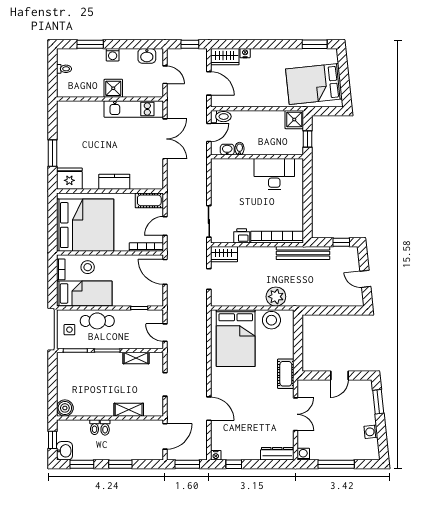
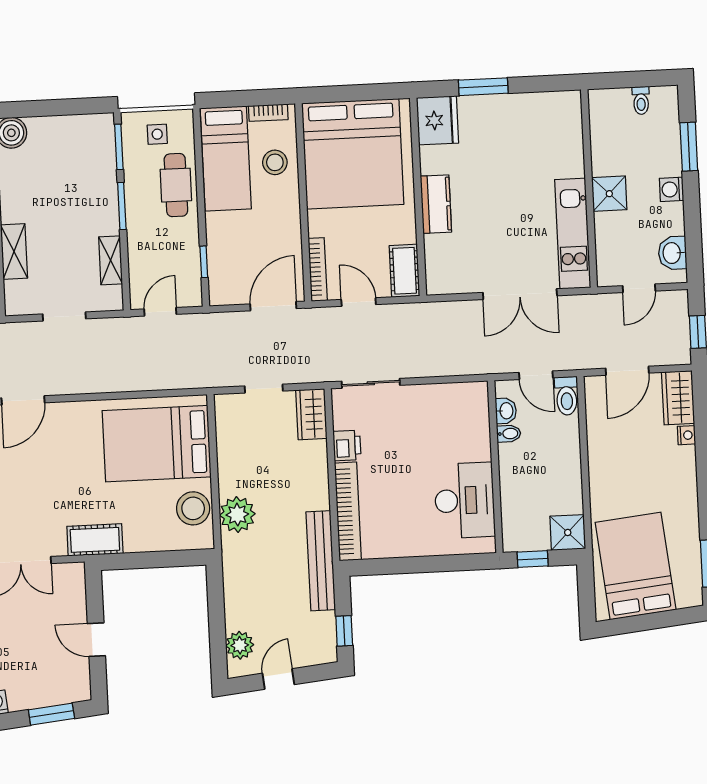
plant: (346, 299) -> (240, 645), added

